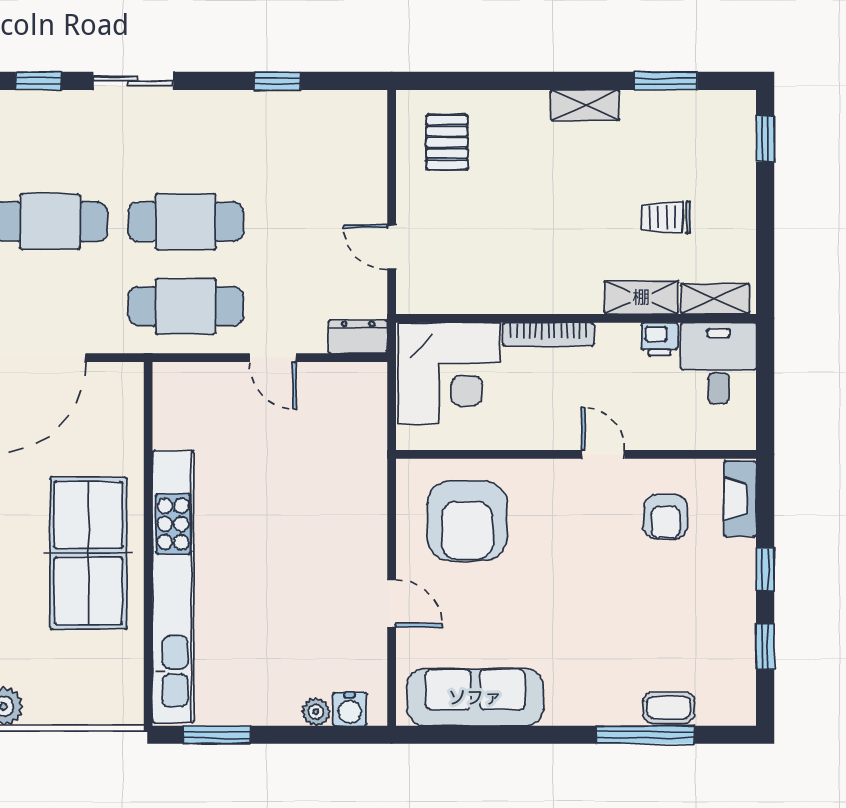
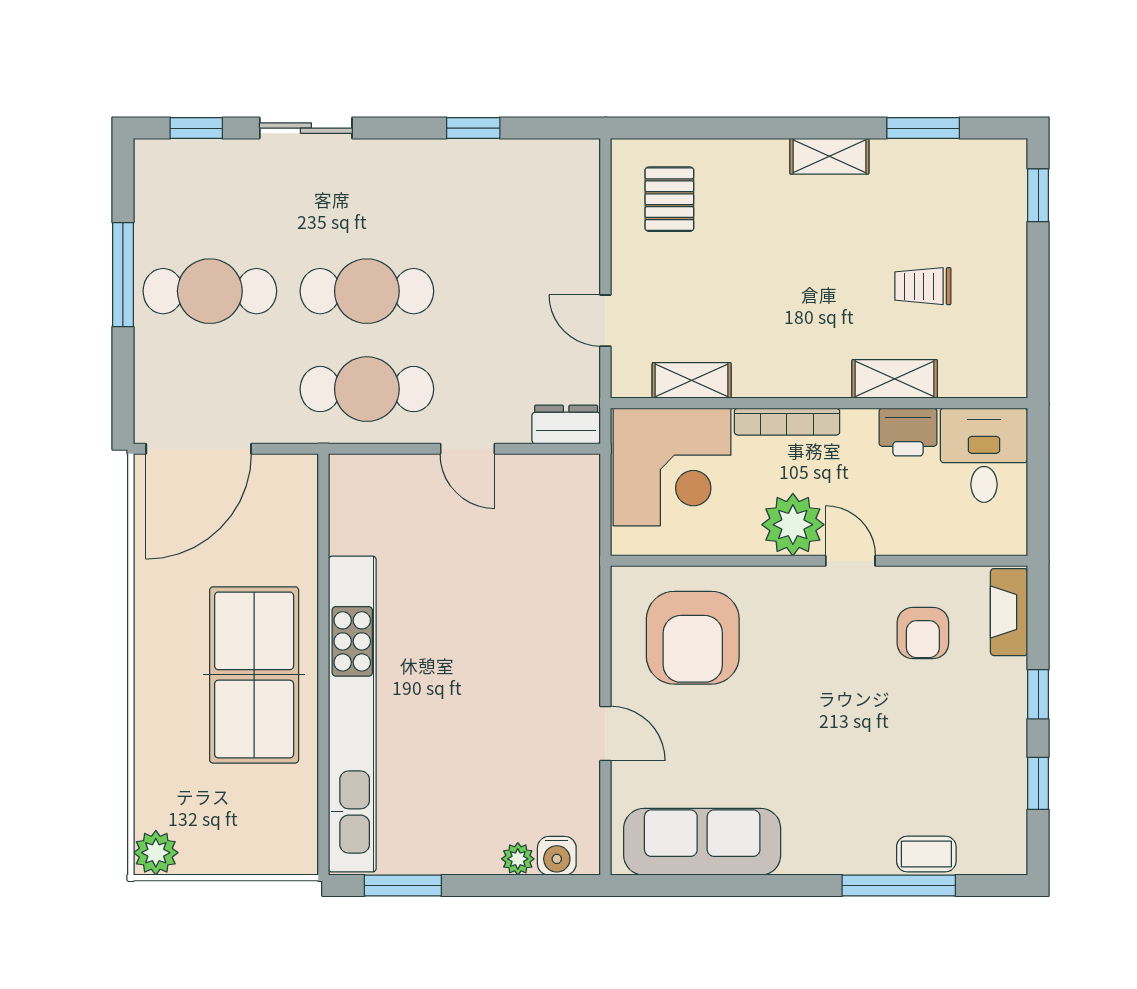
shelving: (715, 299) -> (692, 380), moved
printer: (660, 339) -> (908, 432), width x1.36, depth x1.24
plant: (553, 423) -> (793, 525), added

